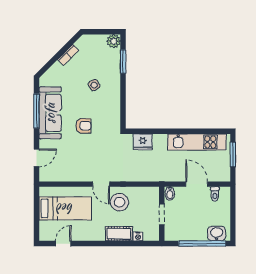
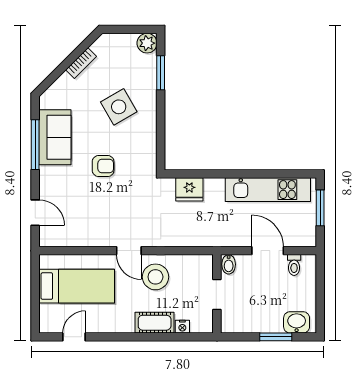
side table: (94, 85) -> (119, 107), width x1.87, depth x1.87
sofa: (50, 113) -> (55, 137), width x0.73
door: (37, 158) -> (35, 213), hinge flipped
window: (202, 244) -> (276, 337), width x0.47

